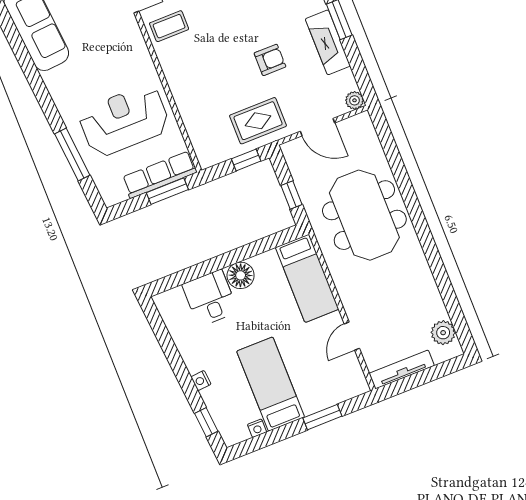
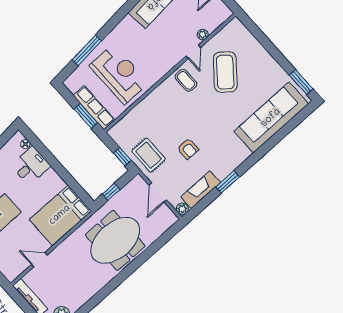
fireplace: (328, 42) -> (201, 190), moved
floor lamp: (241, 275) -> (25, 144), moved, width x0.53, depth x0.53
bed: (307, 278) -> (60, 215), width x1.50

